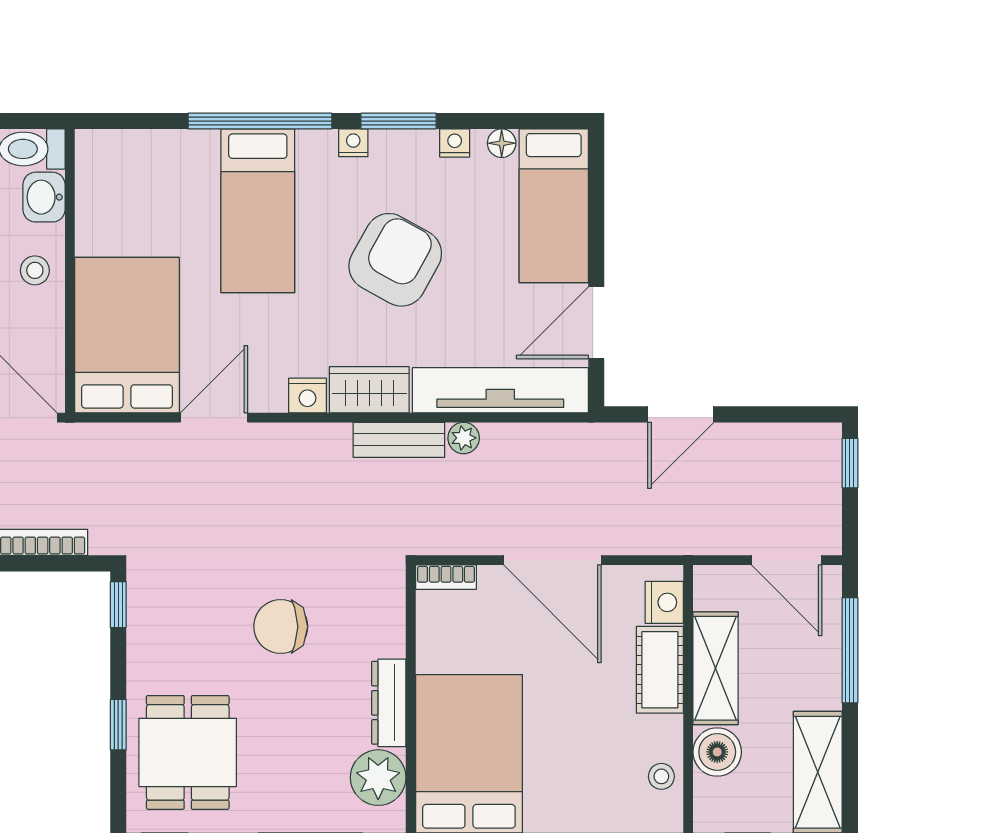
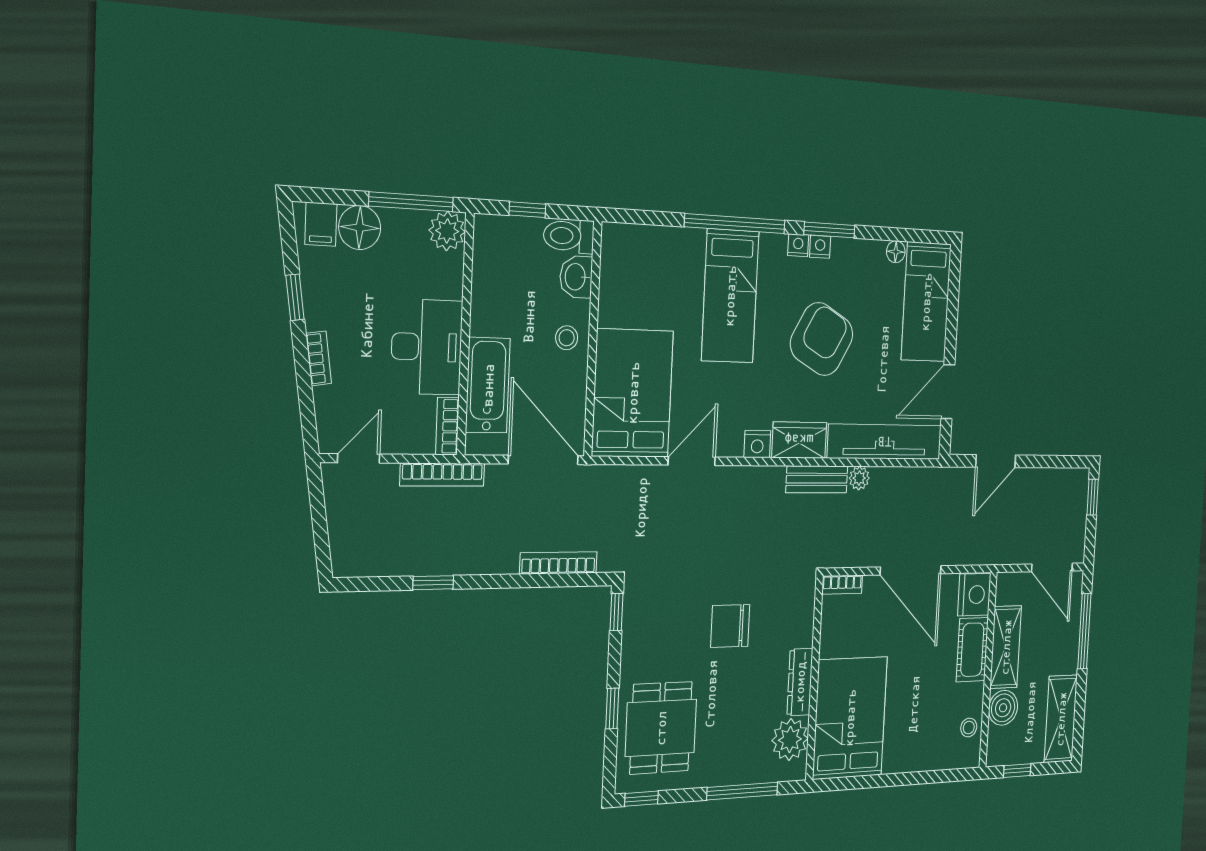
nightstand: (455, 143) -> (820, 247), moved
nightstand: (664, 602) -> (974, 595), width x1.36, depth x1.33

